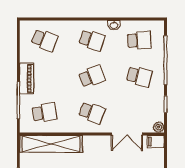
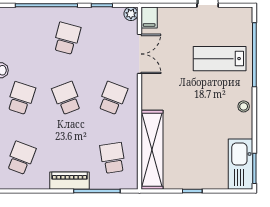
school desk: (139, 40) -> (21, 38), removed

